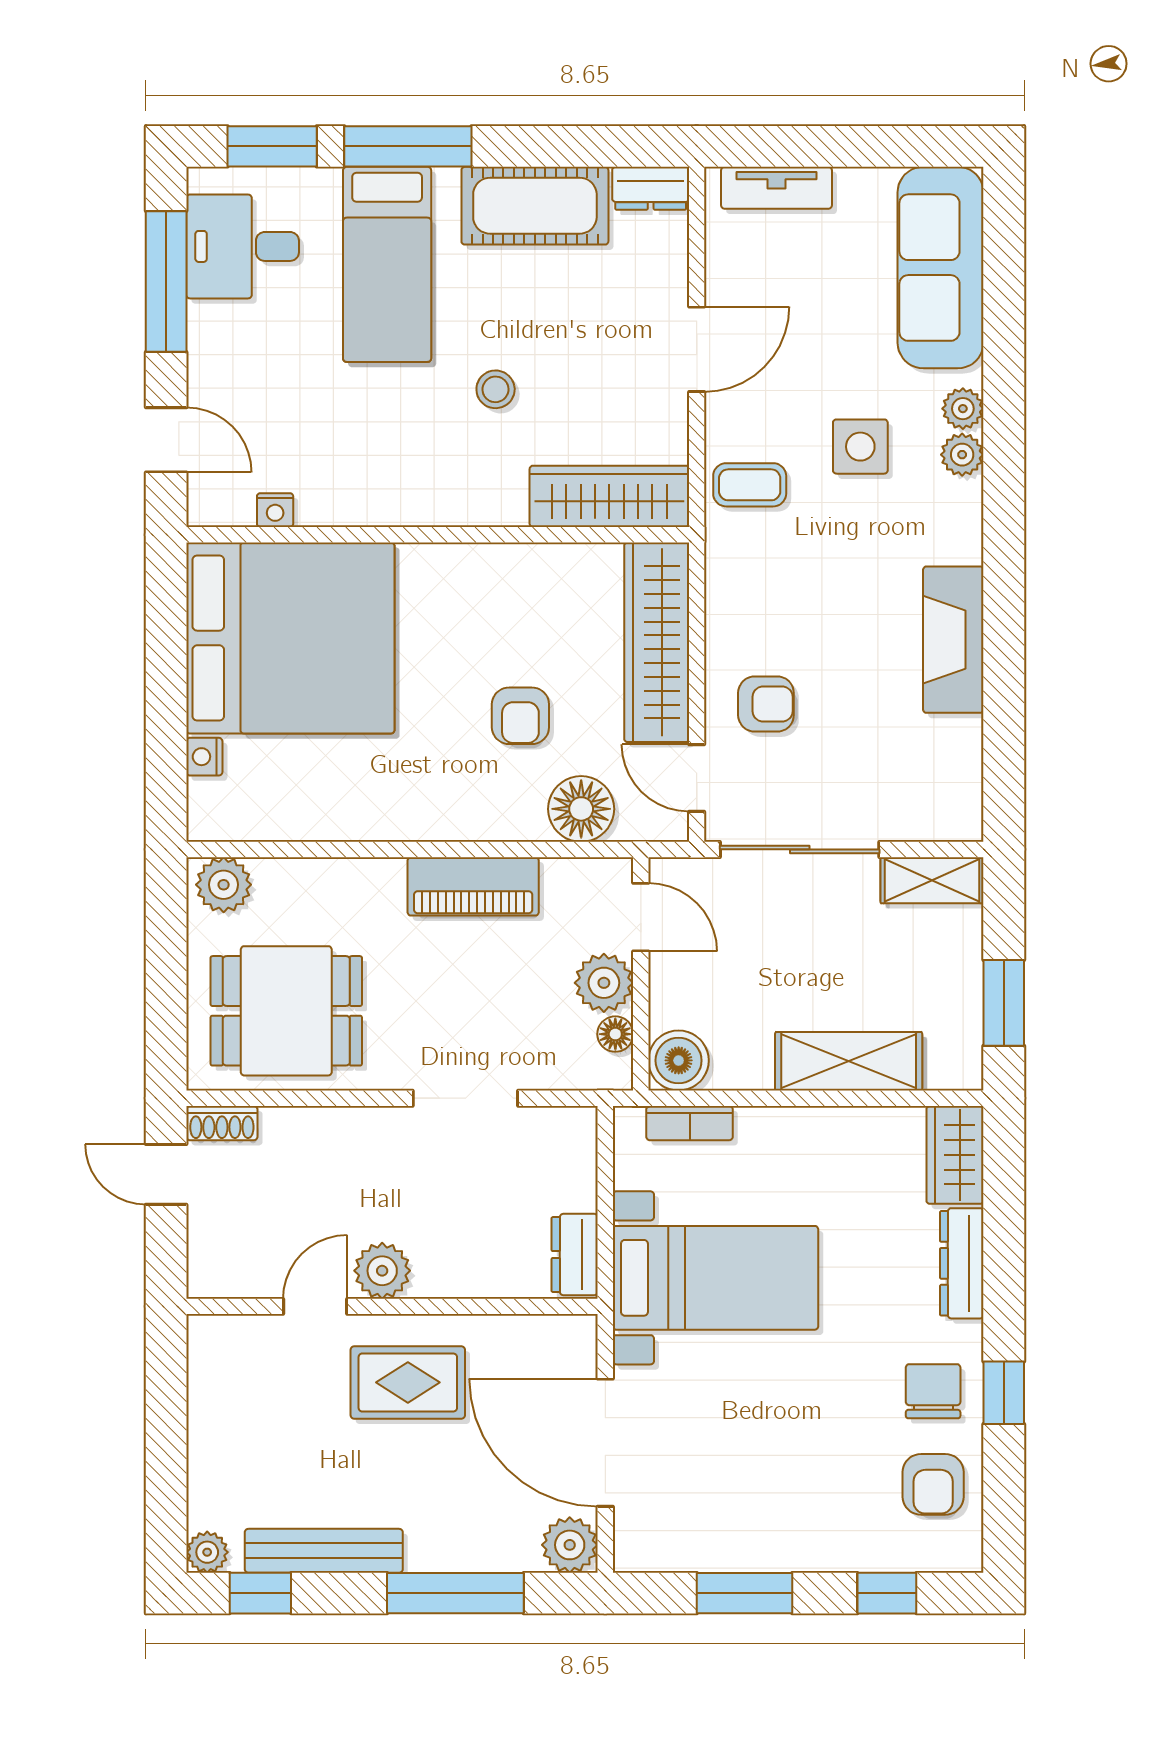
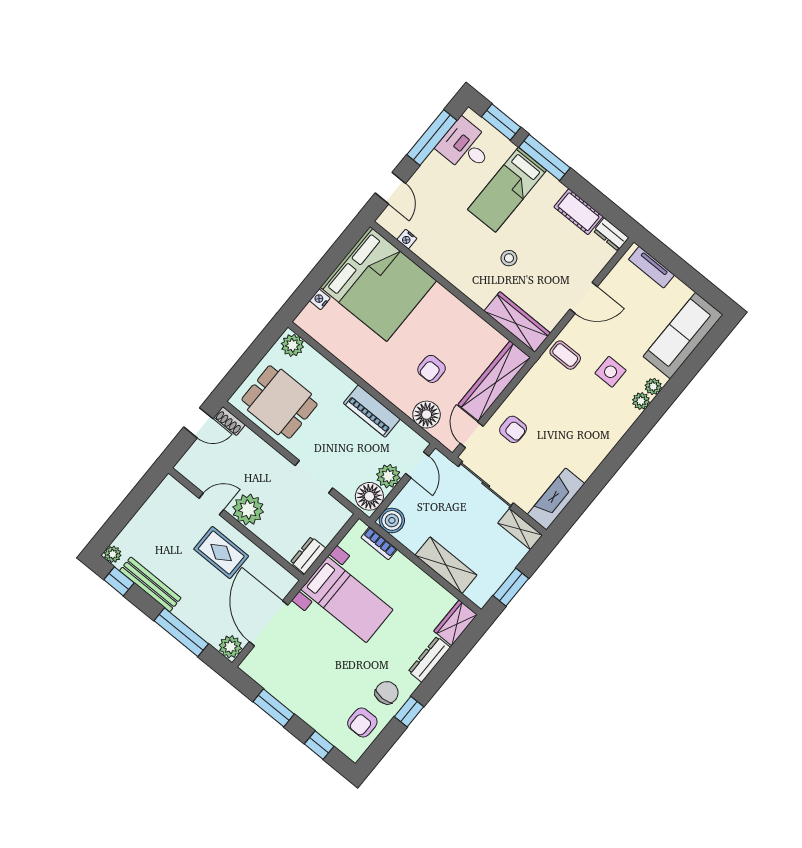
cot: (535, 206) -> (578, 212), width x0.73, depth x0.75
fireplace: (953, 640) -> (556, 499), moved
floor lamp: (615, 1034) -> (369, 496), width x1.89, depth x1.89
door: (166, 1174) -> (198, 423), swing flipped
plant: (382, 1271) -> (248, 510), width x1.36, depth x1.36

